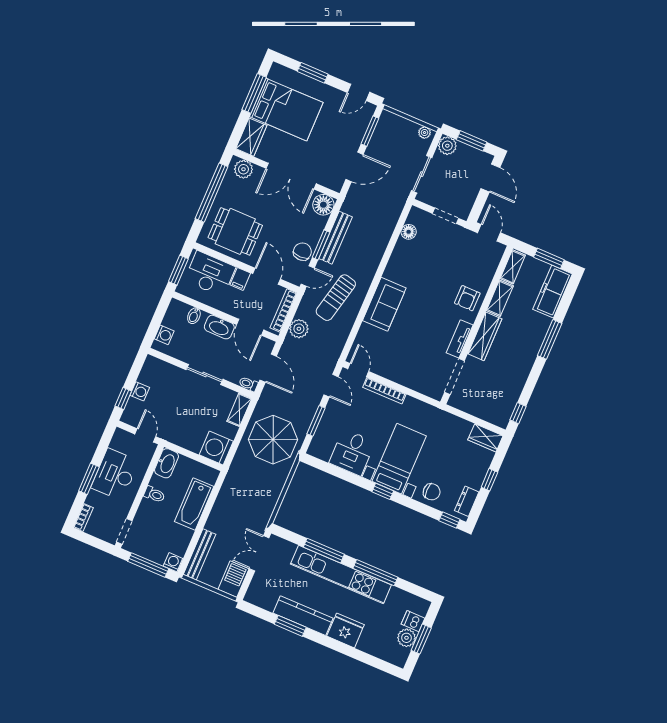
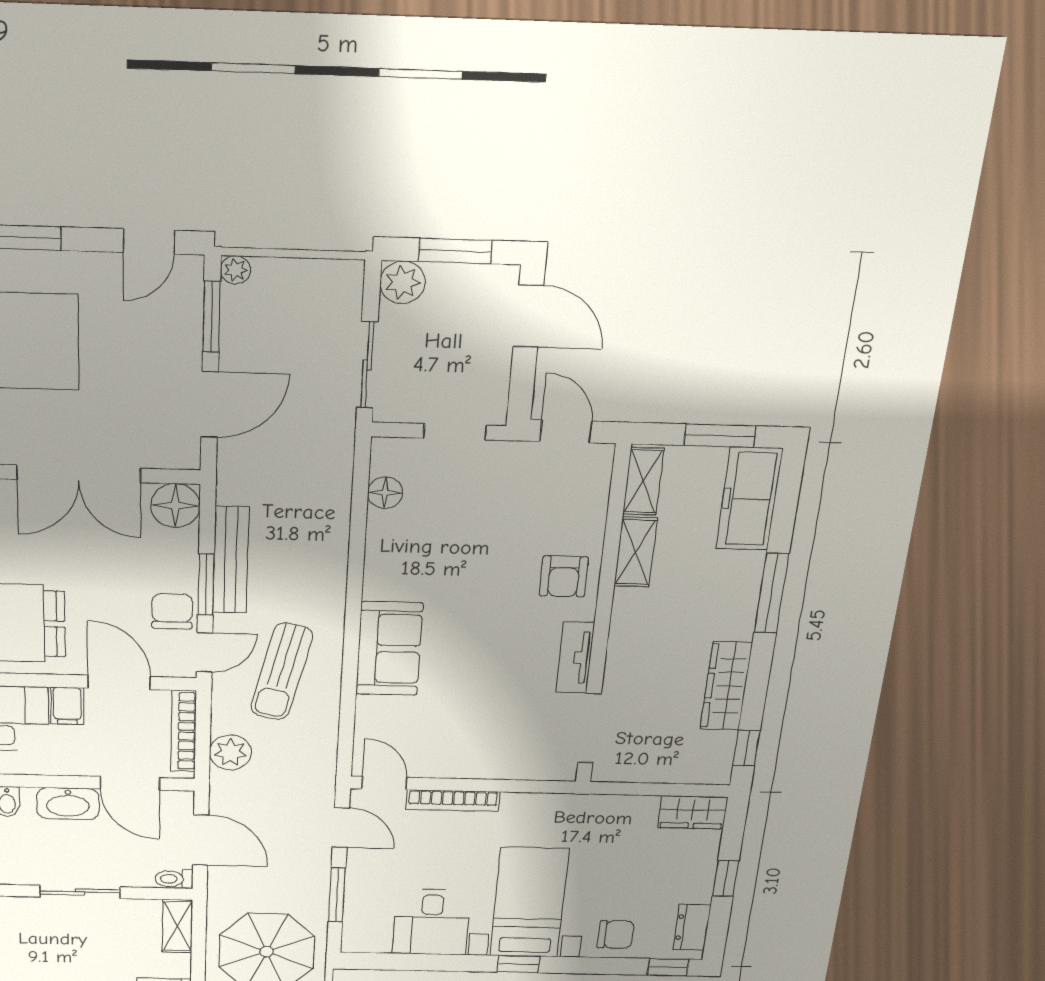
plant: (425, 133) -> (235, 270), moved
wardrobe: (485, 336) -> (726, 686), moved, turned 180

